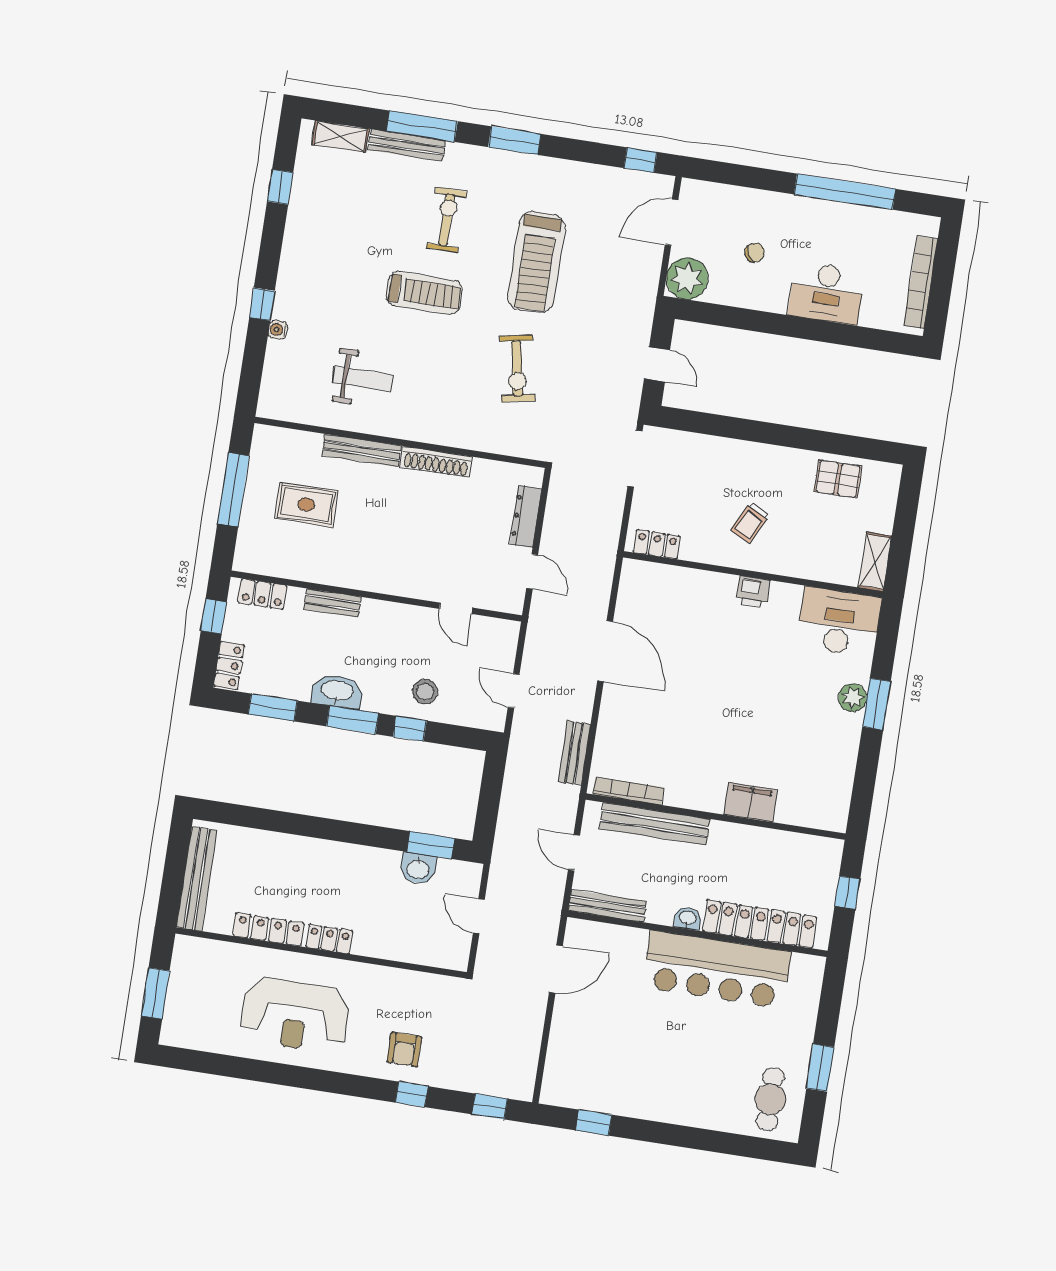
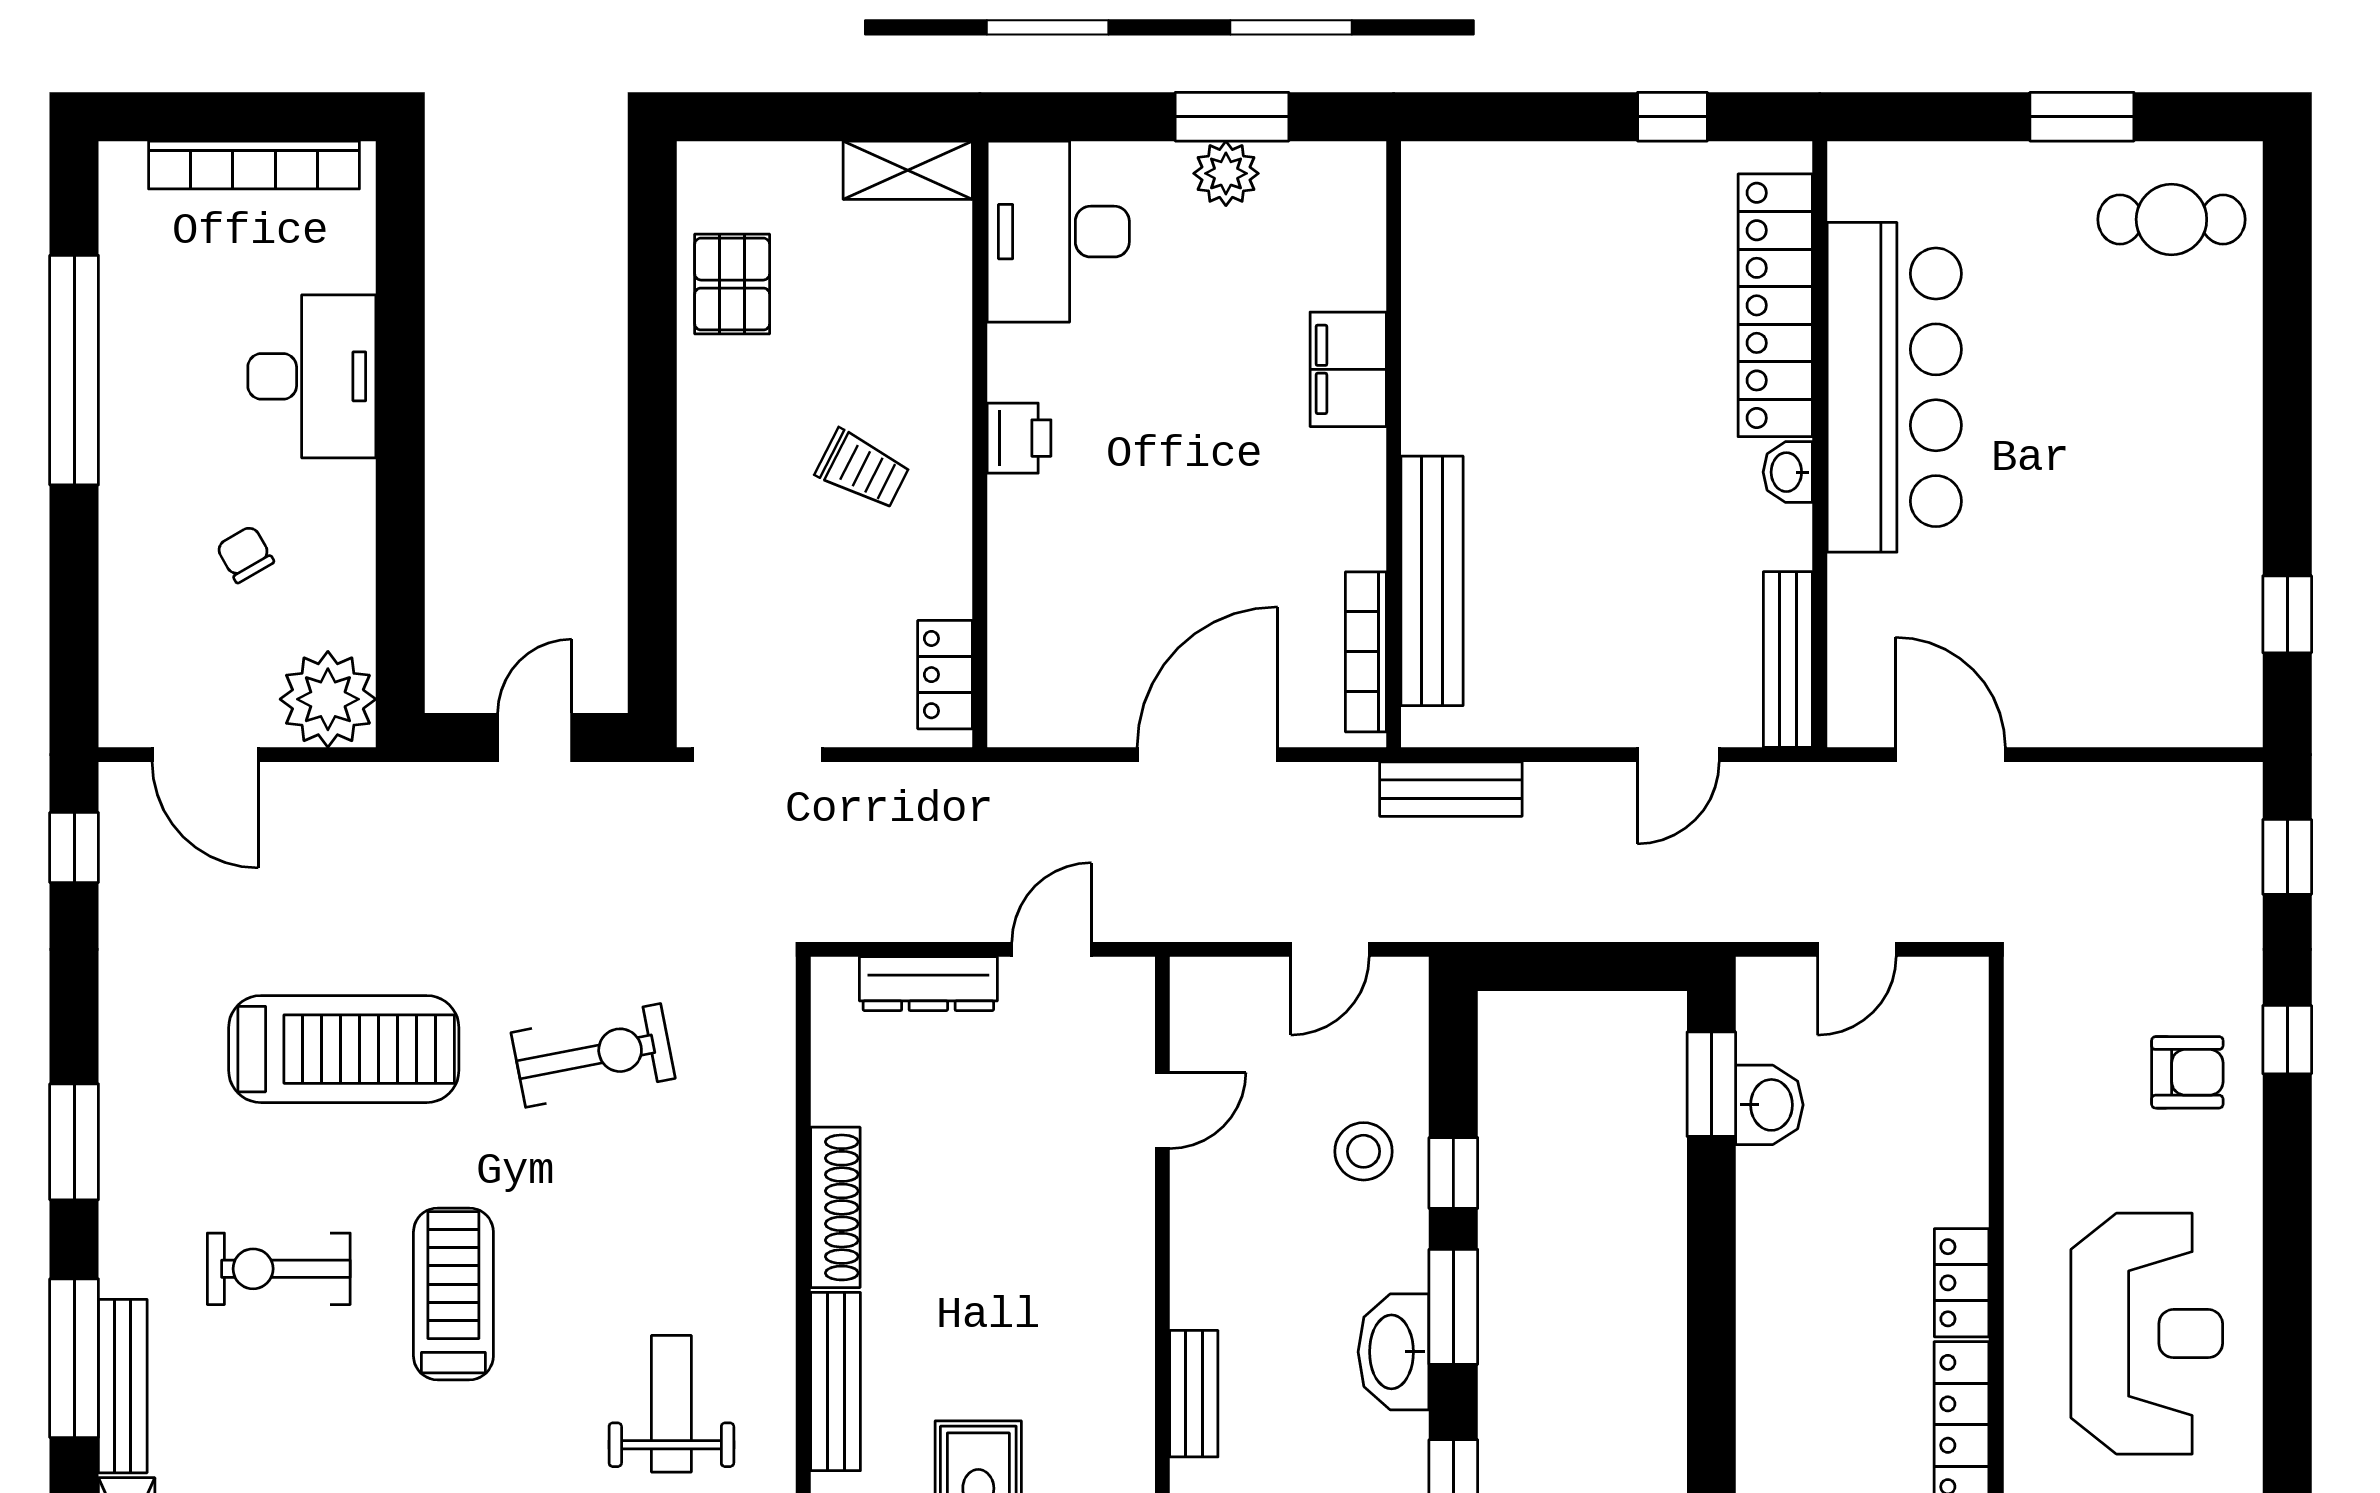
bookcase: (629, 791) -> (1366, 652), moved
filing cabinet: (751, 802) -> (1348, 369), moved
wall: (716, 817) -> (1394, 444), moved
bench: (655, 824) -> (1432, 581), moved

